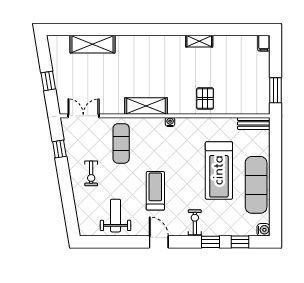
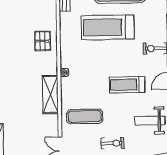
pallet: (205, 98) -> (43, 41), turned 90
treadmill: (219, 170) -> (108, 27), turned 180

